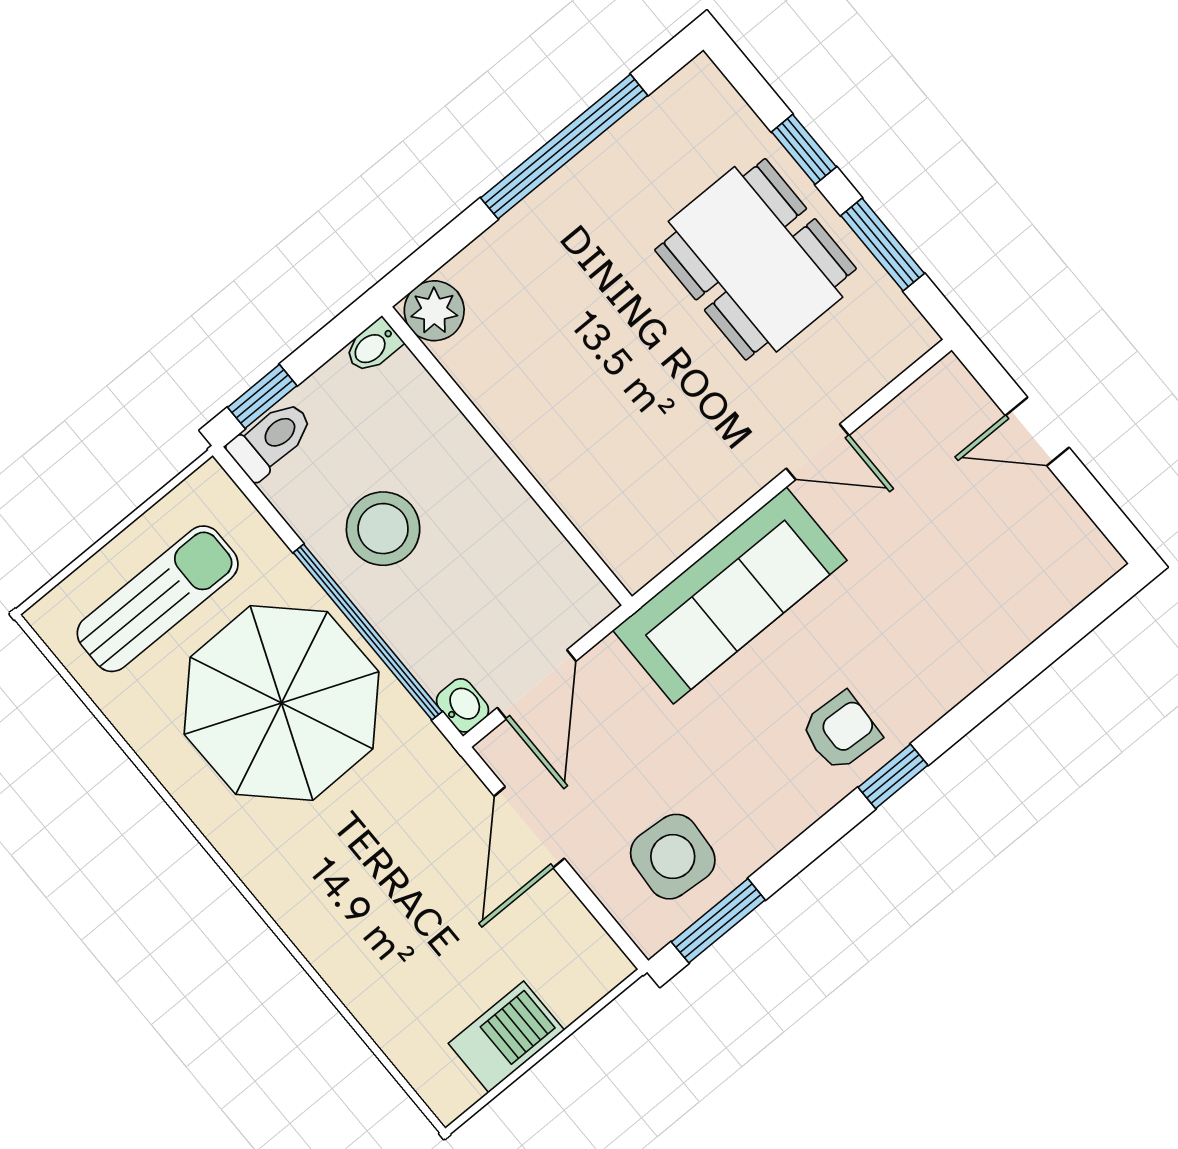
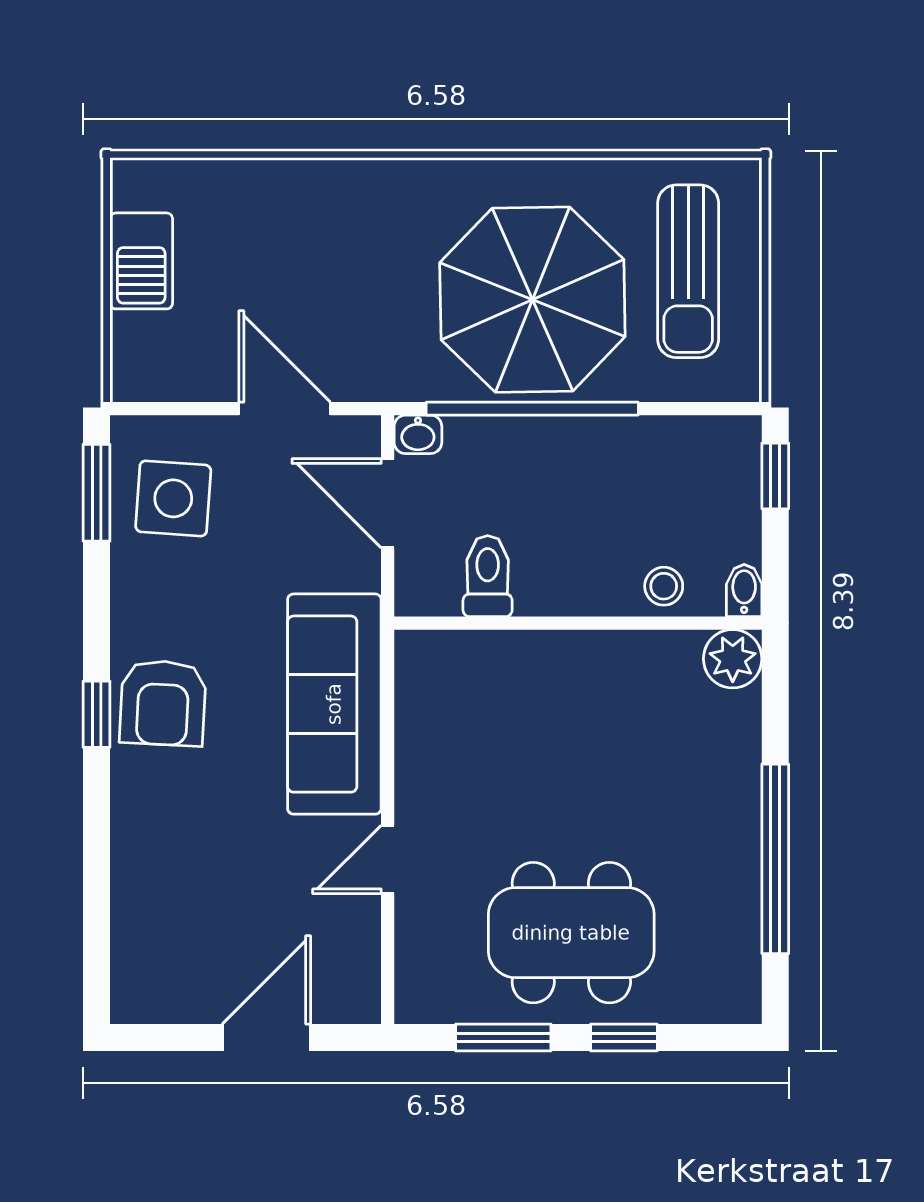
door: (1037, 431) -> (266, 1037), width x1.38
toilet: (271, 440) -> (488, 576), moved, turned 180
stool: (383, 529) -> (664, 586), moved, width x0.53, depth x0.53
armchair: (841, 731) -> (163, 703), width x1.38, depth x1.38

